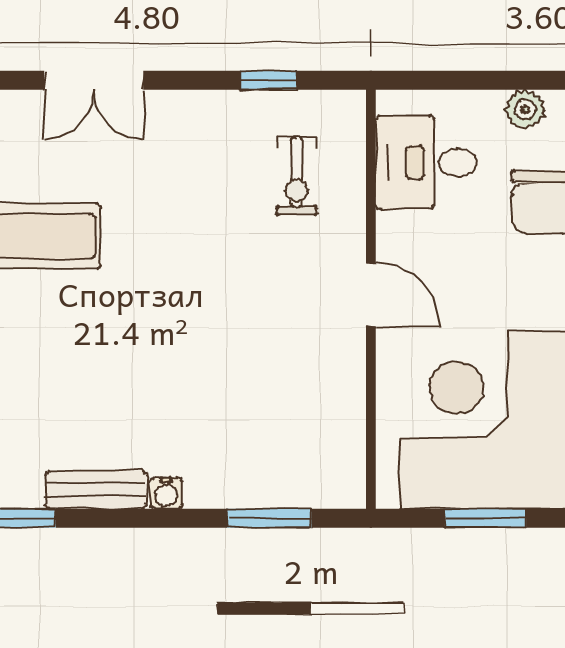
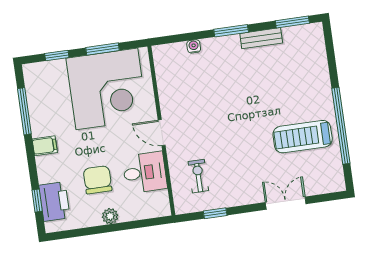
desk: (426, 163) -> (145, 172), moved
water cooler: (166, 493) -> (194, 46), moved
window: (269, 518) -> (231, 31), moved

